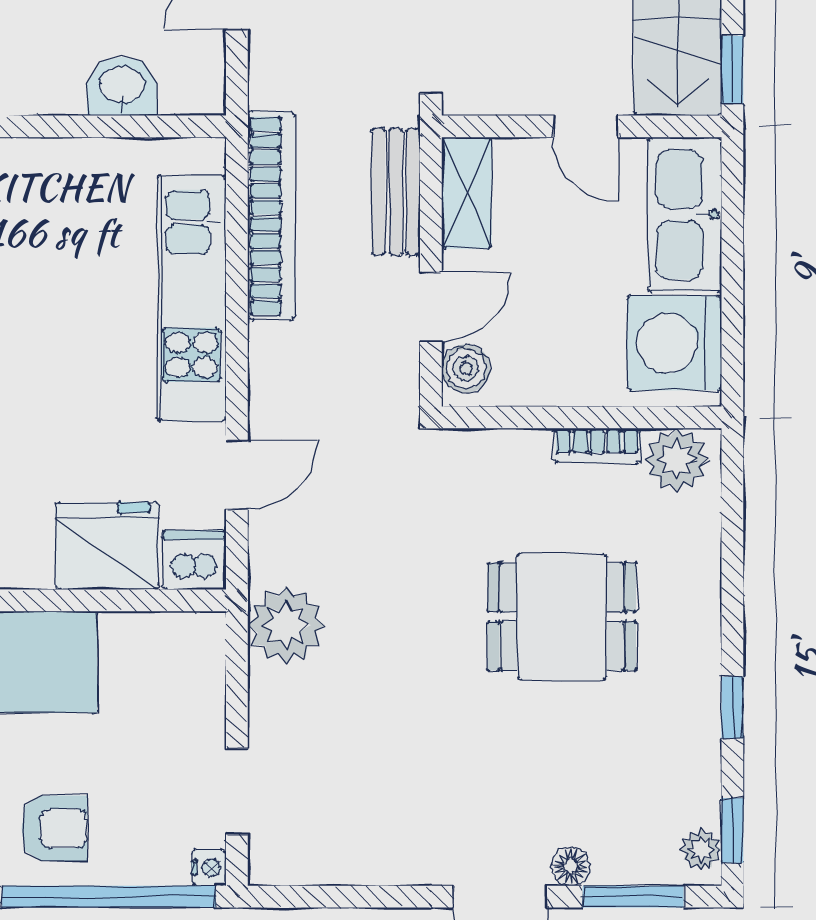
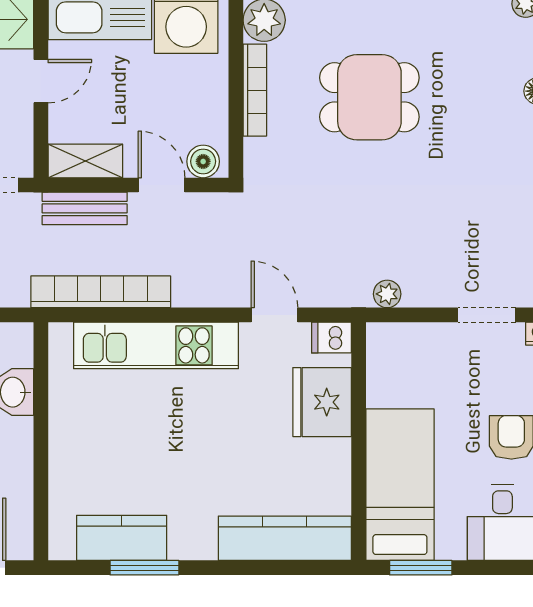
bookcase: (597, 446) -> (255, 90), width x1.56
dishwasher: (195, 560) -> (331, 338), width x0.73
dining table: (562, 617) -> (369, 97), turned 90
plant: (286, 625) -> (387, 294), width x0.53, depth x0.53

